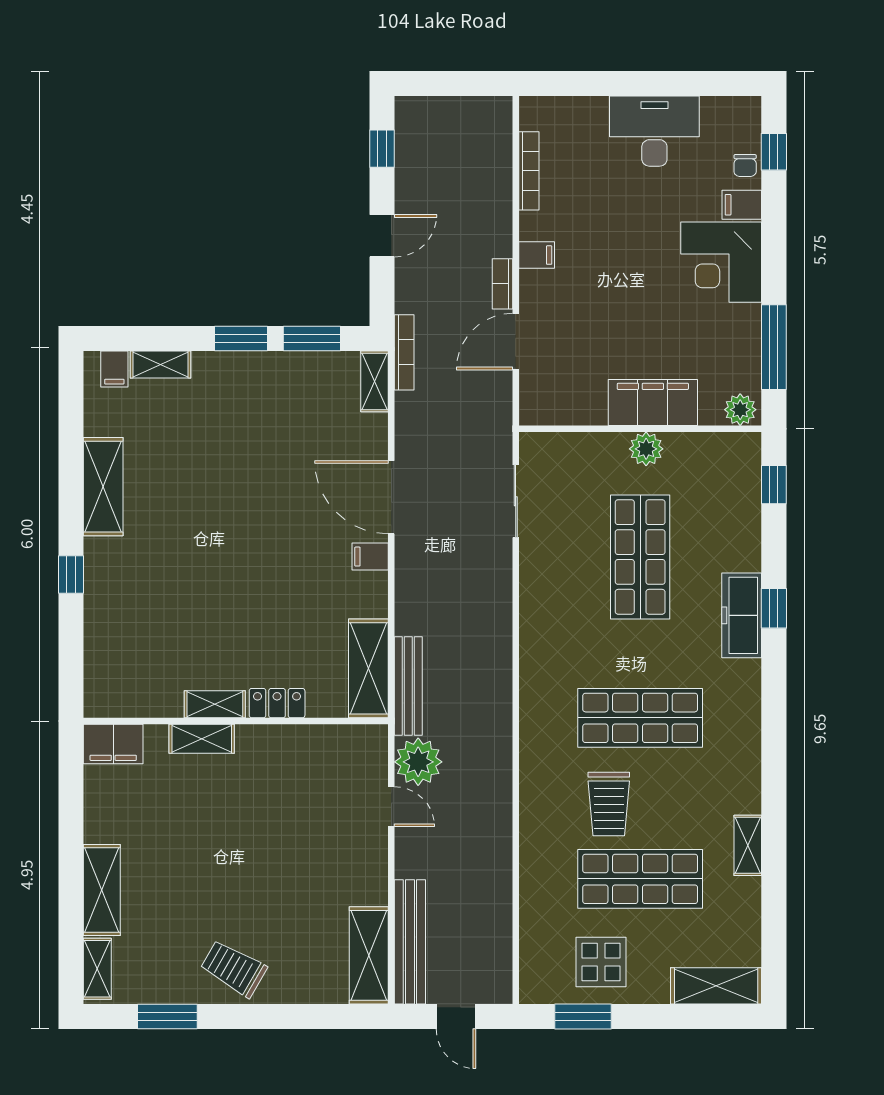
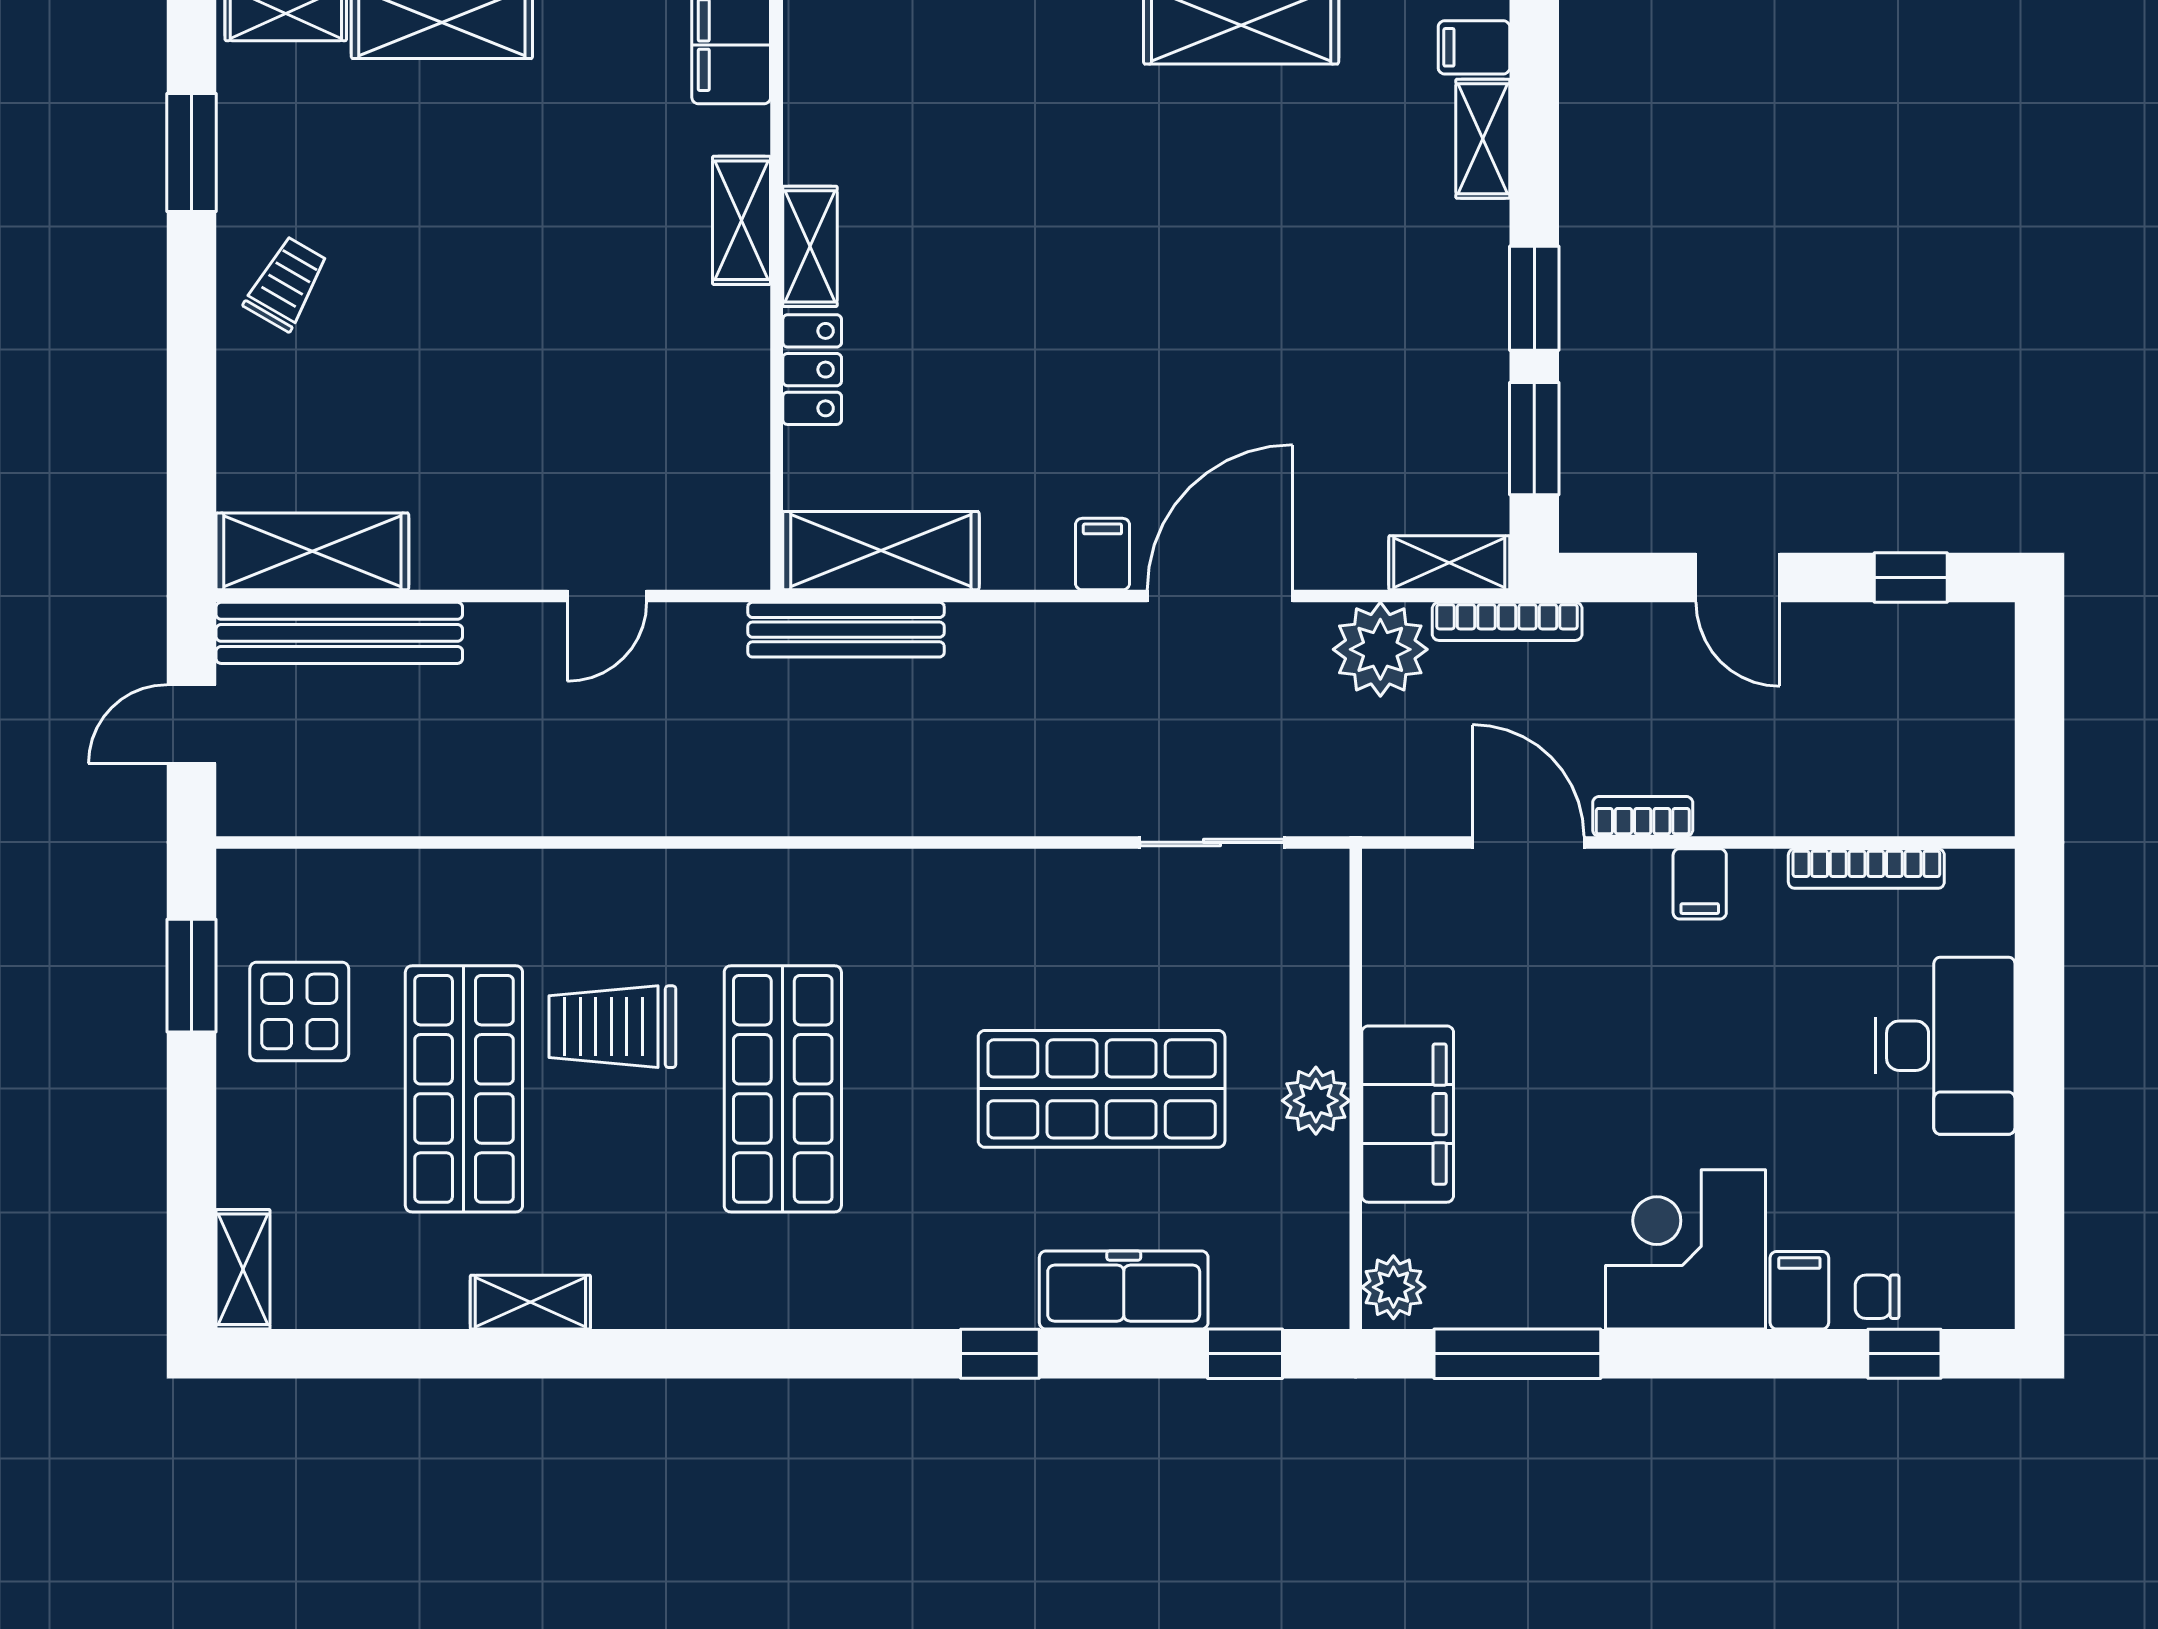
desk: (654, 131) -> (1945, 1046), moved
freezer: (742, 615) -> (1124, 1290), moved
plant: (418, 762) -> (1380, 649), moved
trolley: (234, 969) -> (286, 284), width x0.73, depth x0.72
shelving: (716, 986) -> (243, 1269), width x0.67, depth x0.75

